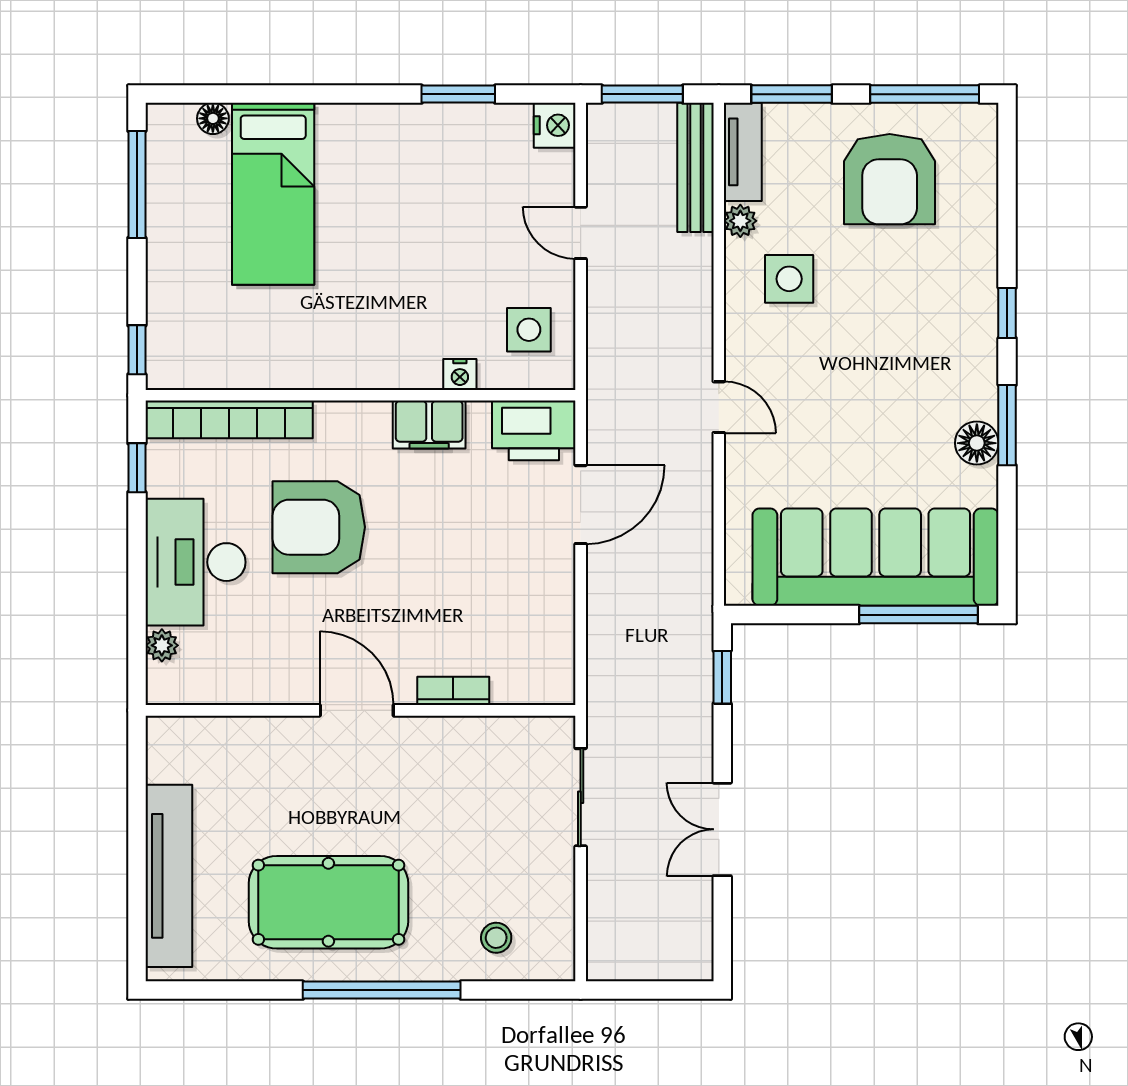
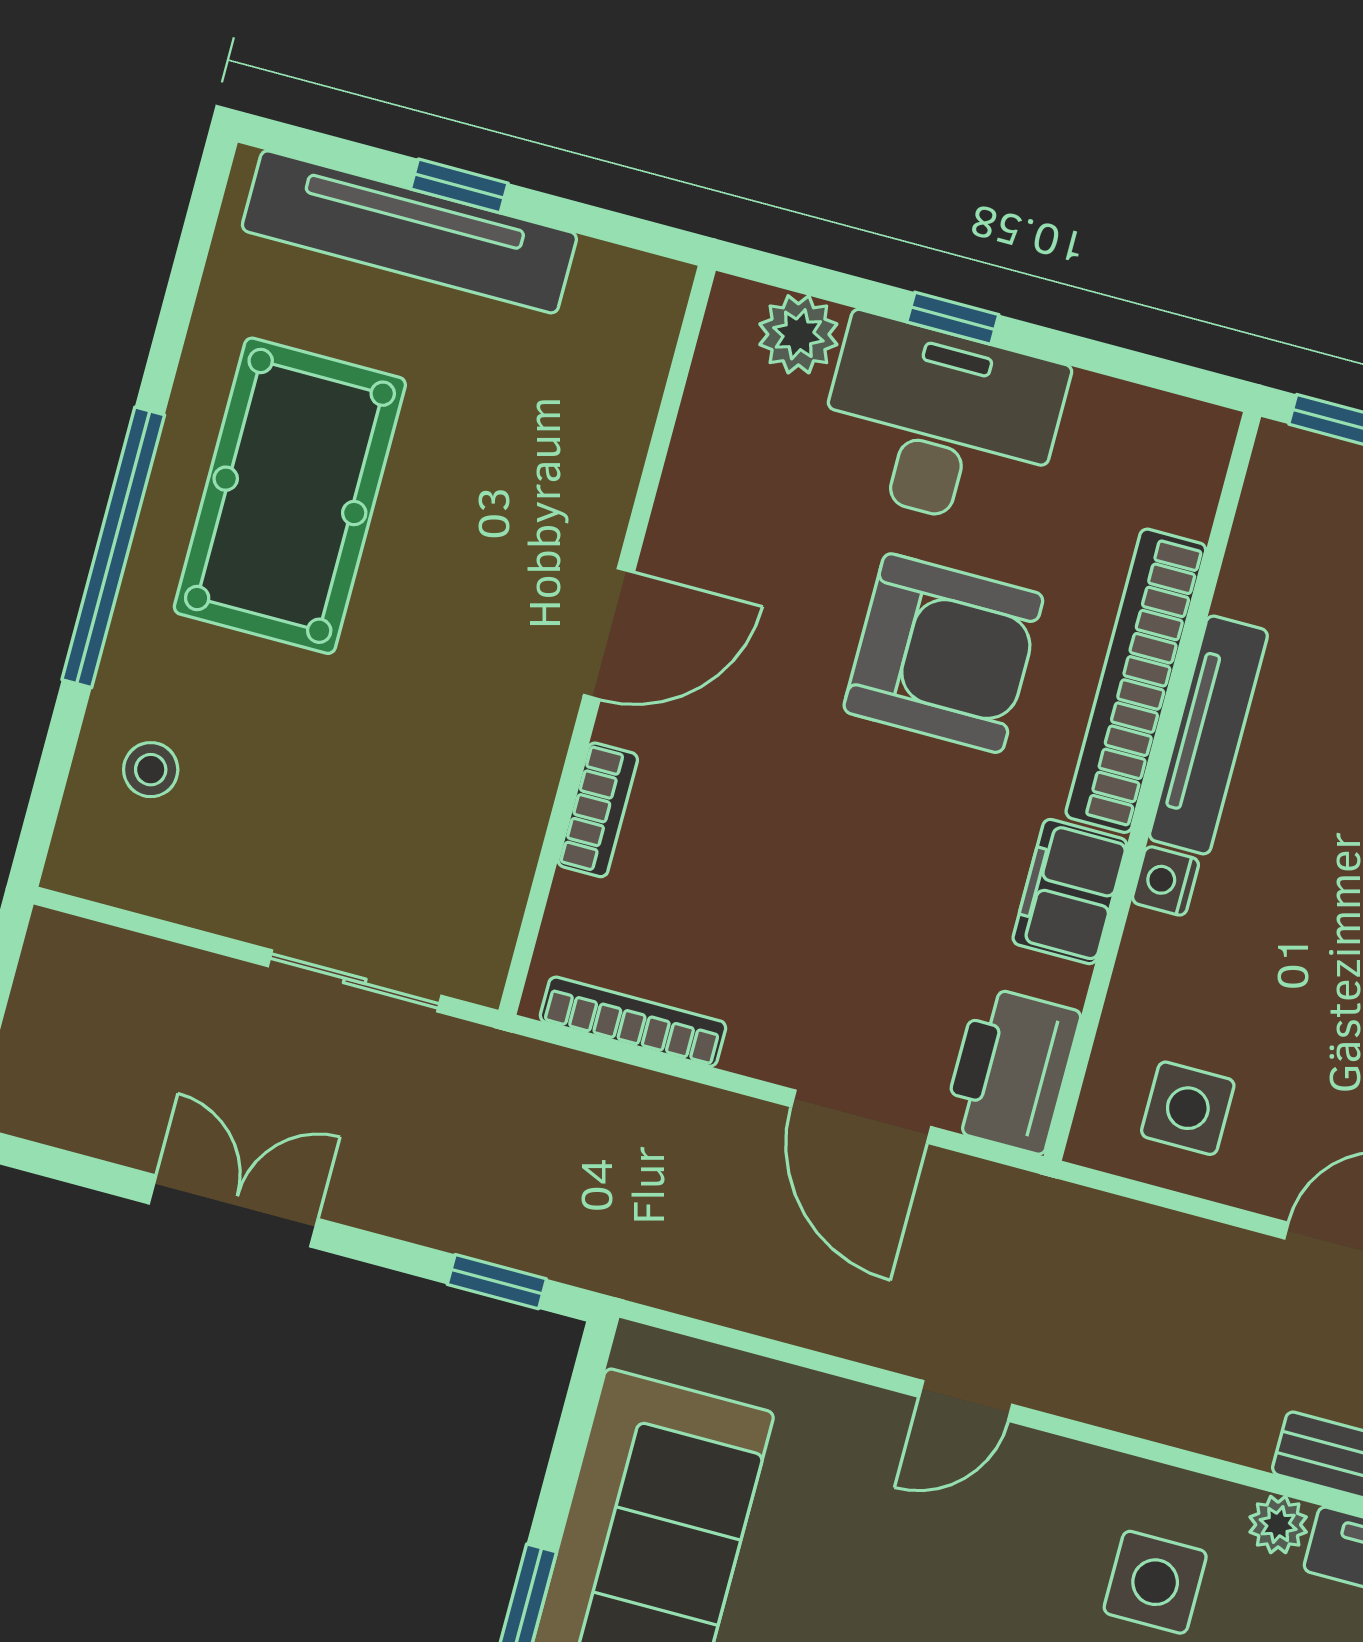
tv unit: (325, 373) -> (1208, 735), added
nightstand: (460, 375) -> (1166, 881), moved
bookcase: (229, 419) -> (1136, 681), moved
window: (137, 468) -> (953, 318), moved
armchair: (319, 527) -> (943, 653), turned 90
bookcase: (562, 641) -> (633, 1022), added
plant: (162, 645) -> (798, 334), width x1.38, depth x1.38
window: (137, 856) -> (459, 186), added

